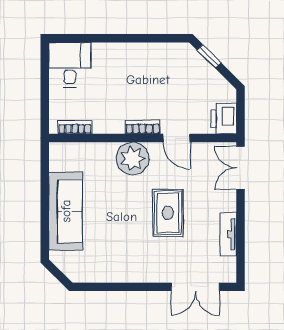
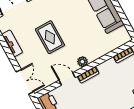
plant: (133, 159) -> (82, 62), width x0.53, depth x0.53

